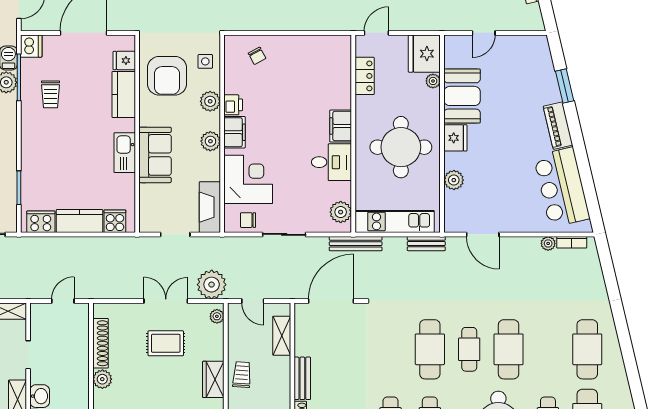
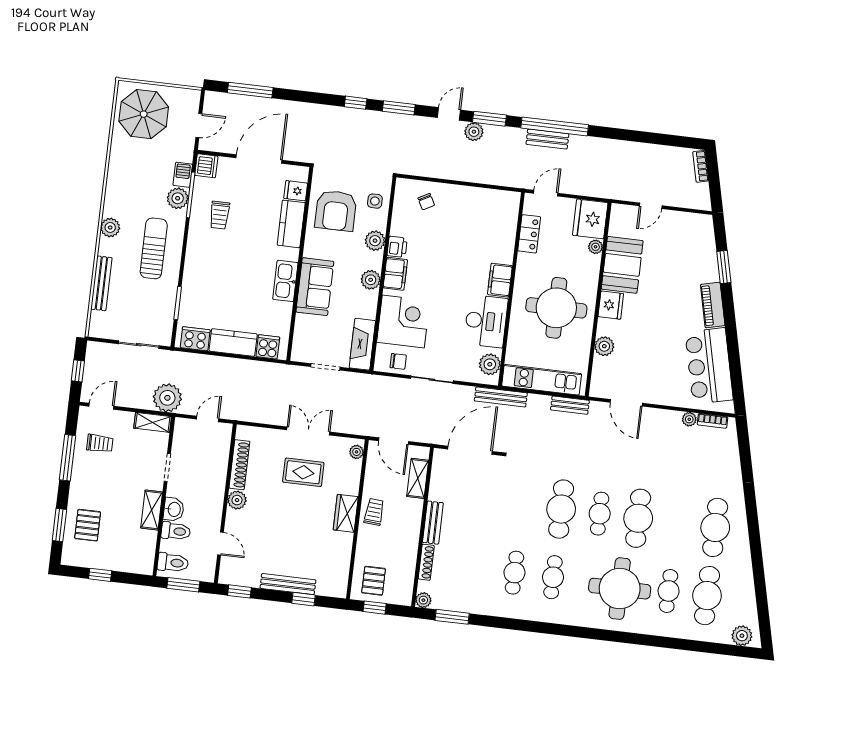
desk: (332, 162) -> (486, 321), width x1.37
chair: (248, 220) -> (398, 361), turned 180
plant: (212, 285) -> (167, 398), moved
door: (253, 301) -> (393, 441), width x1.38

